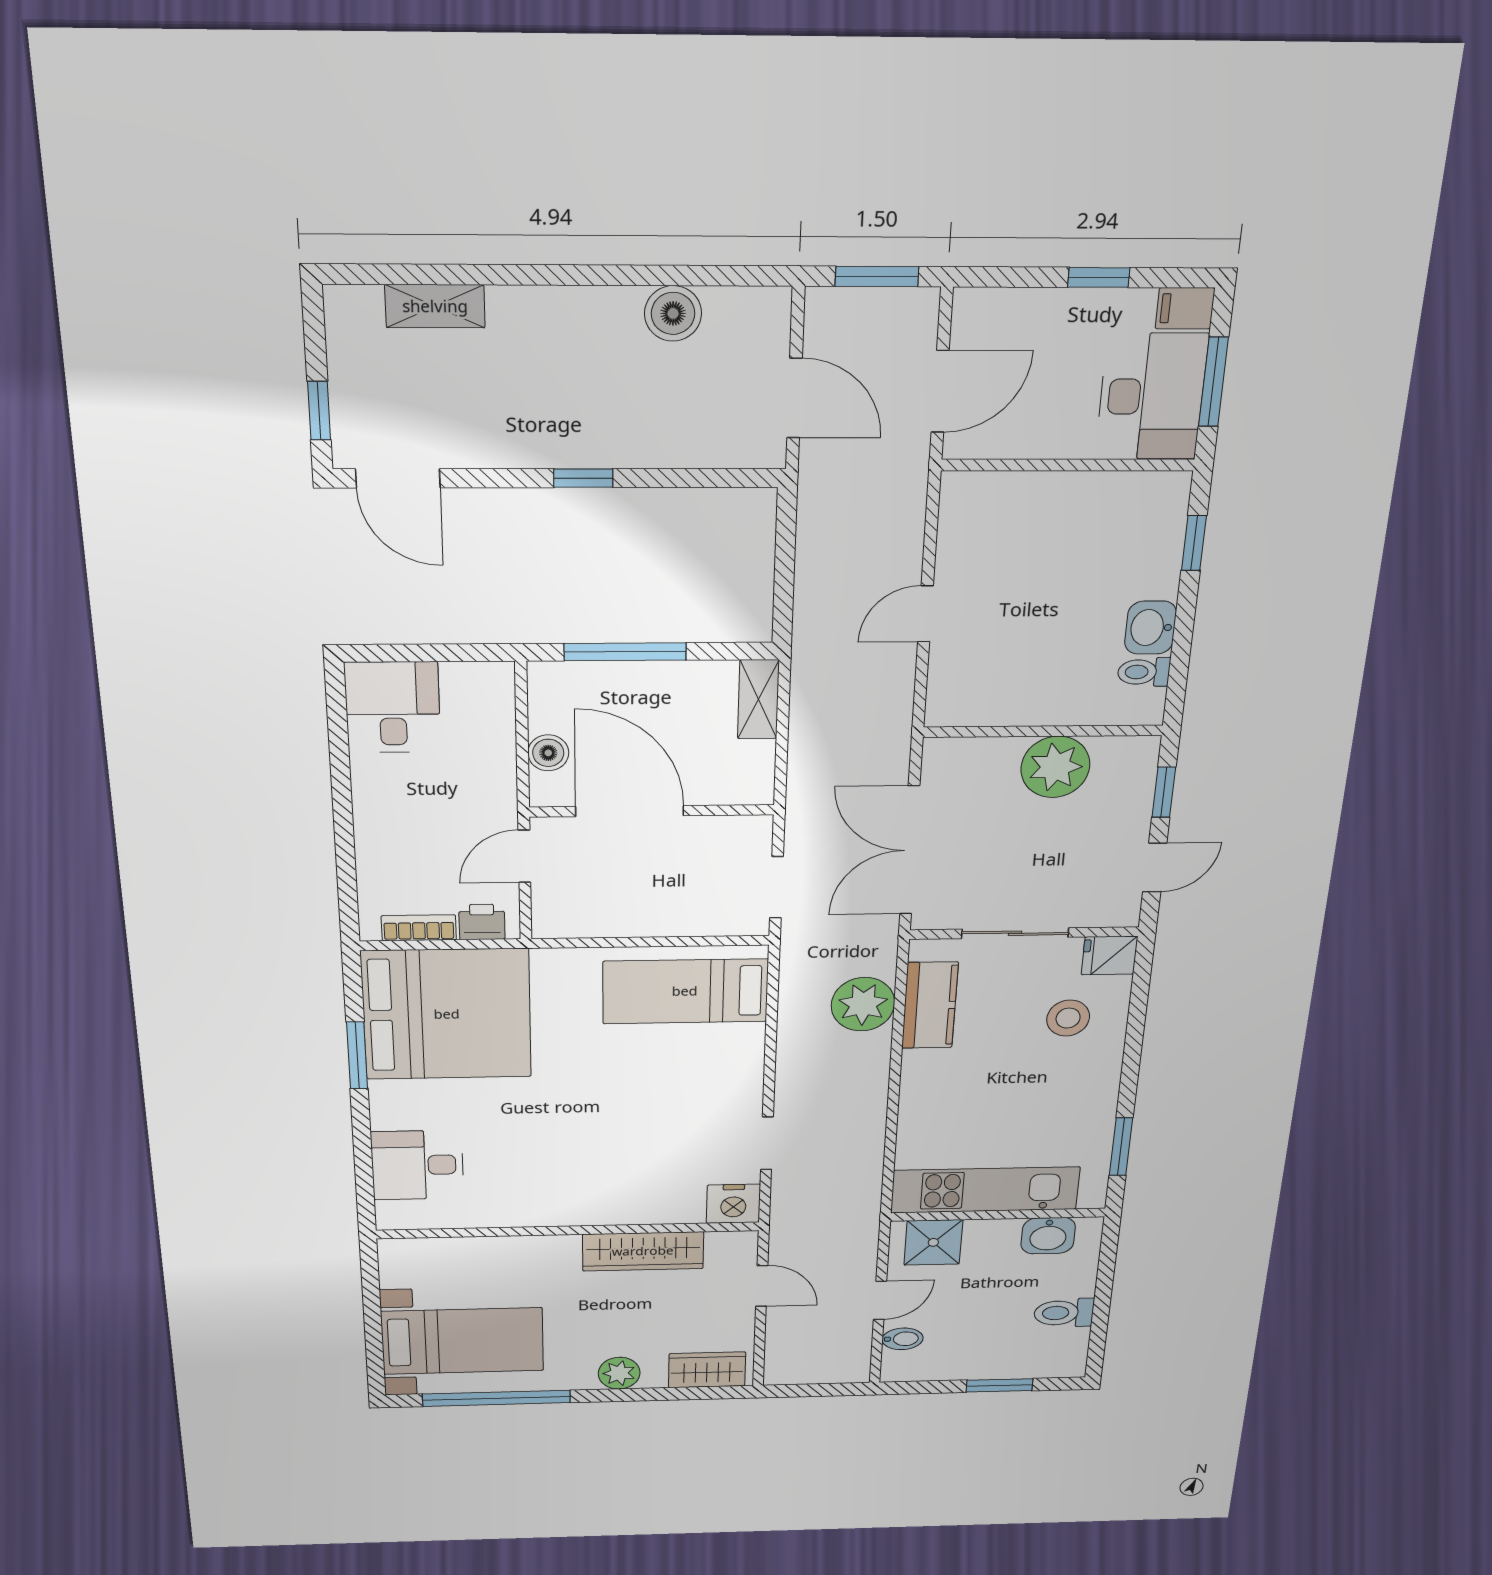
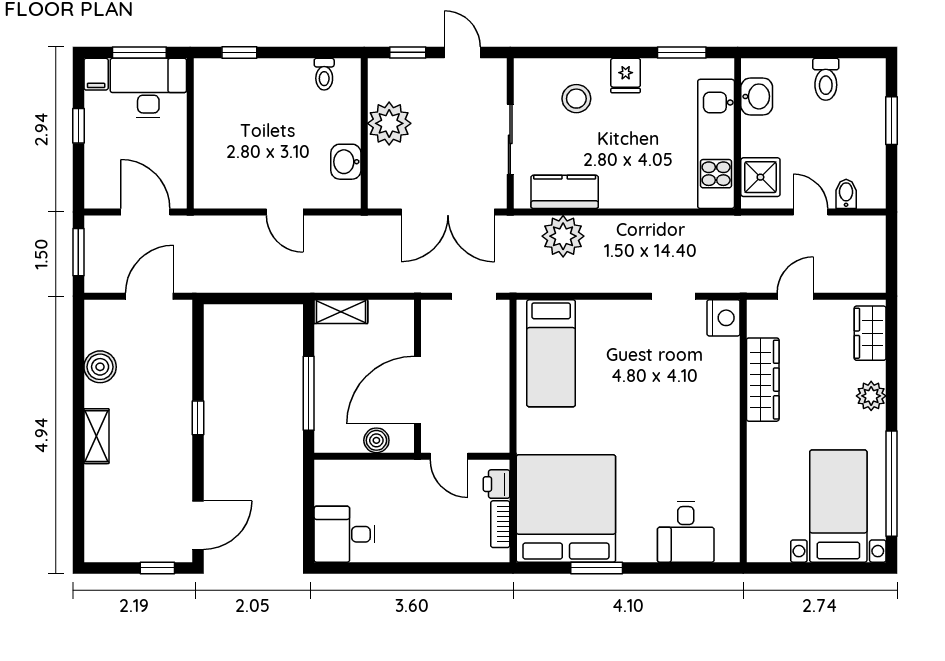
shelving: (435, 306) -> (96, 436), moved
washbasin: (1151, 628) -> (346, 162), moved, turned 90
fridge: (1109, 956) -> (626, 76), moved

